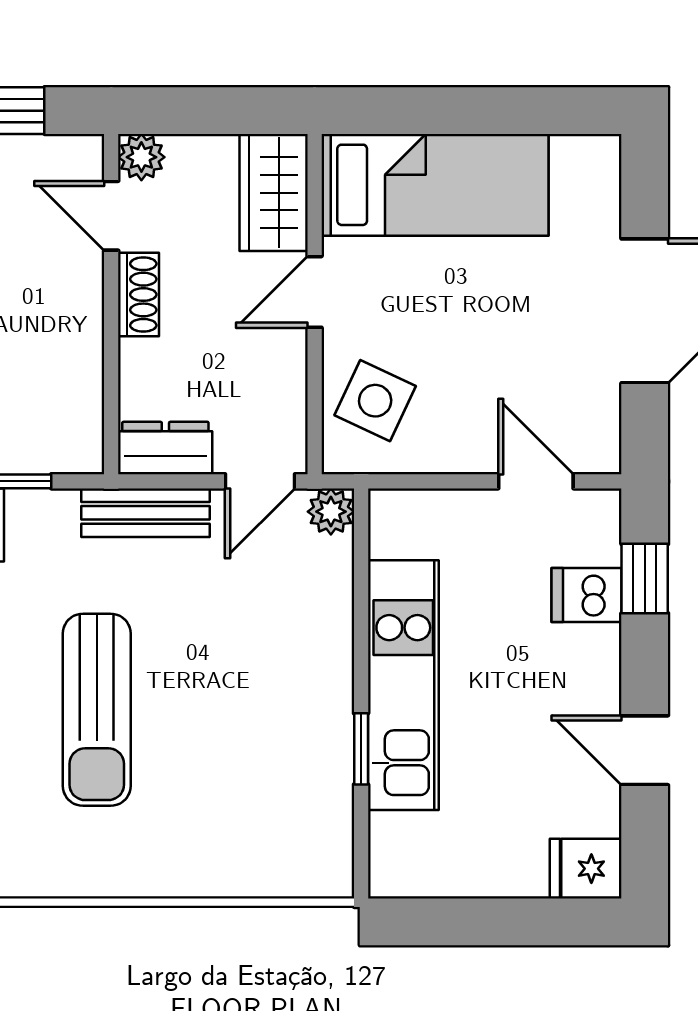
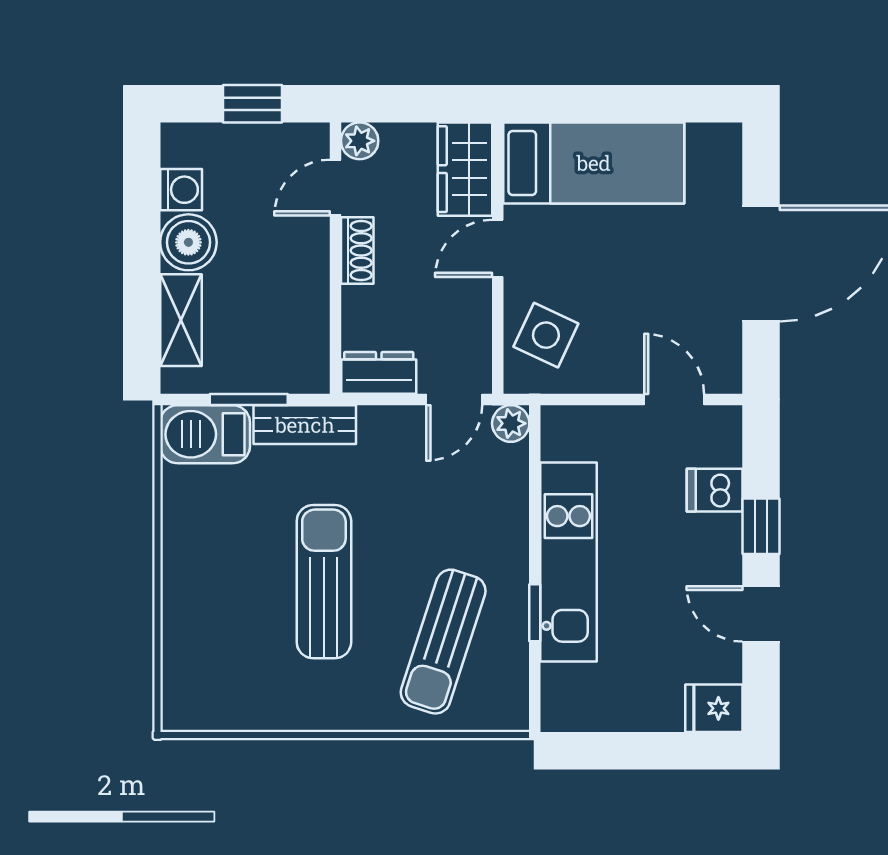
door: (111, 216) -> (335, 188), hinge flipped
bench: (146, 513) -> (305, 425), moved
window: (645, 579) -> (761, 526), moved
sun lounger: (97, 710) -> (324, 582), turned 180
sun lounger: (246, 785) -> (443, 642), added

